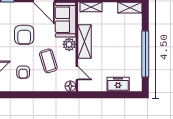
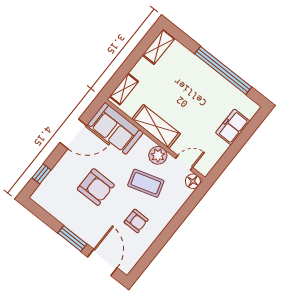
plant: (69, 44) -> (158, 155), moved

